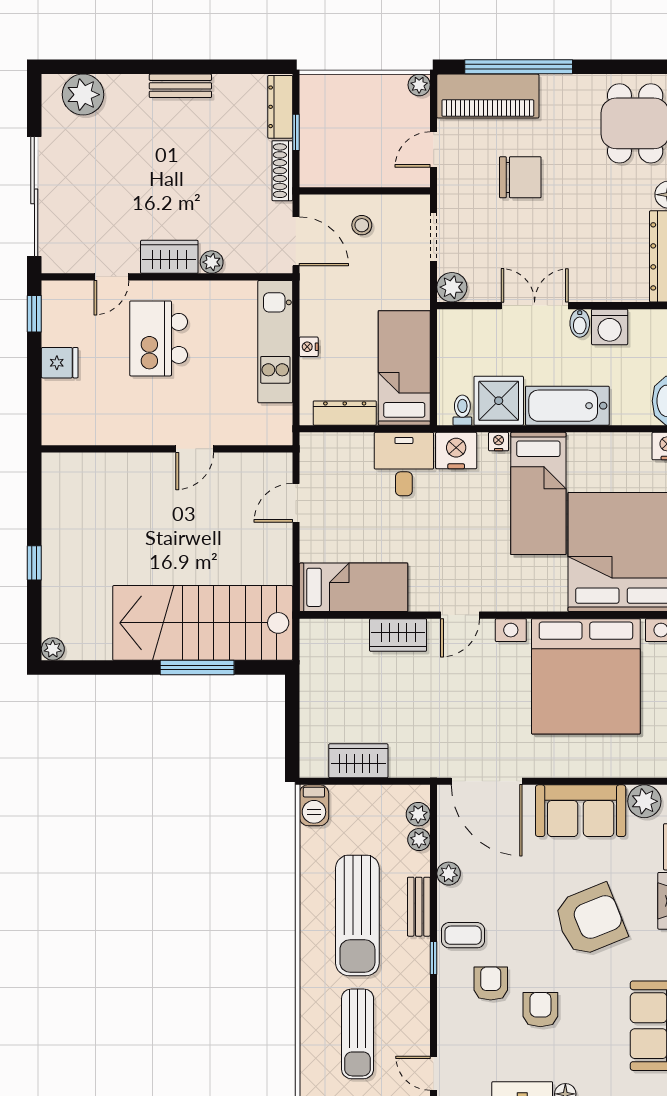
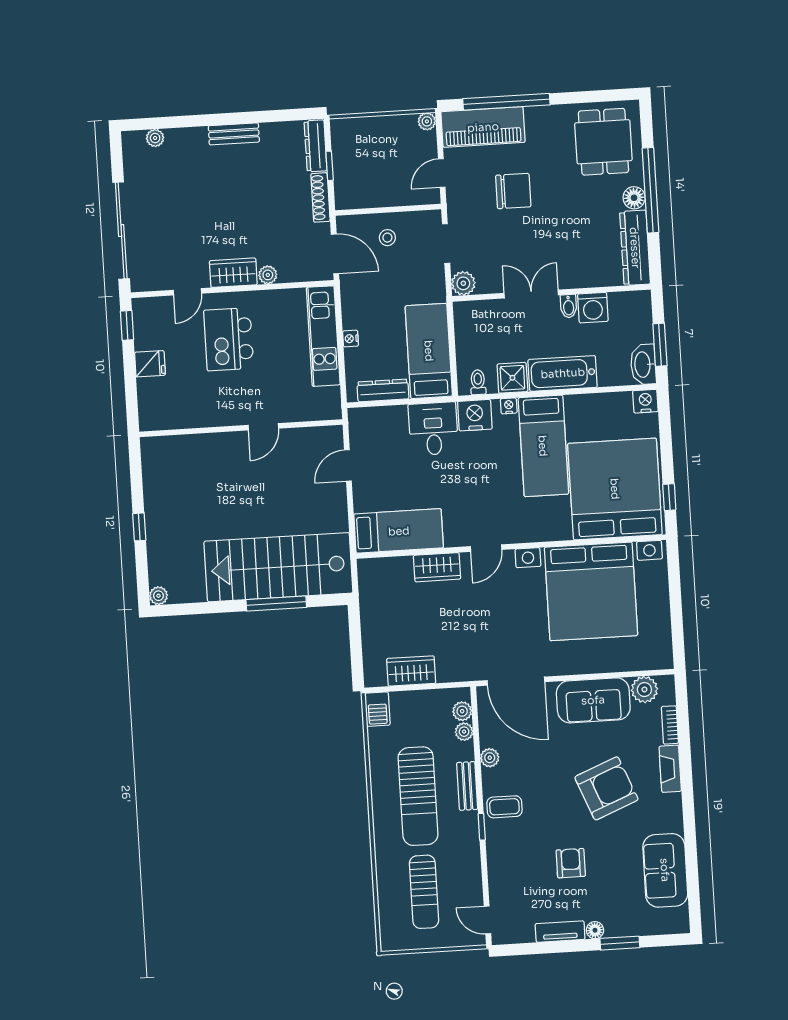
plant: (83, 95) -> (155, 138), width x0.53, depth x0.53
shower: (499, 401) -> (512, 378), width x0.73, depth x0.73
armchair: (491, 983) -> (529, 844), removed

